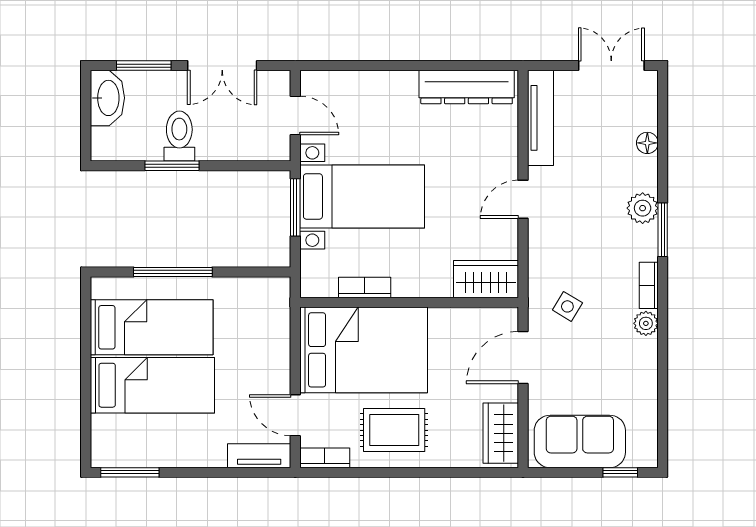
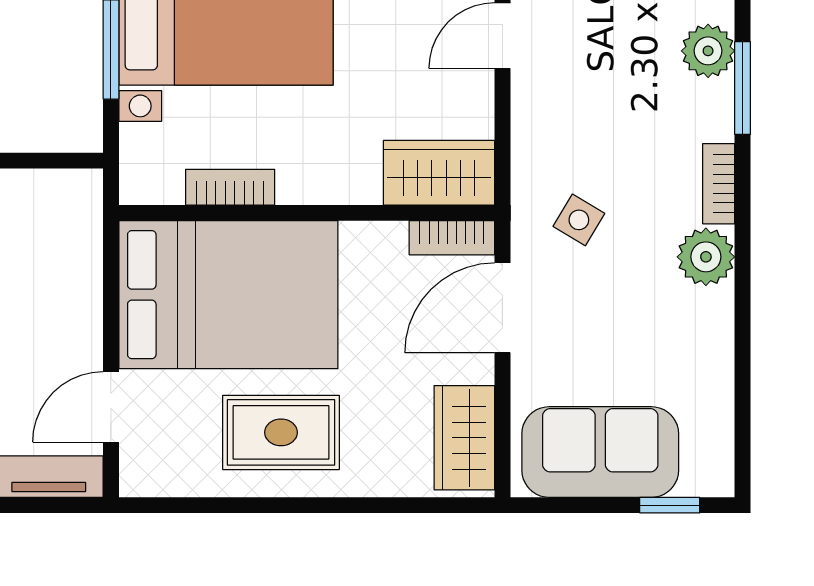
plant: (646, 323) -> (706, 257), width x1.38, depth x1.38
door: (295, 415) -> (111, 407), hinge flipped
bookcase: (325, 458) -> (452, 238), moved, turned 180

